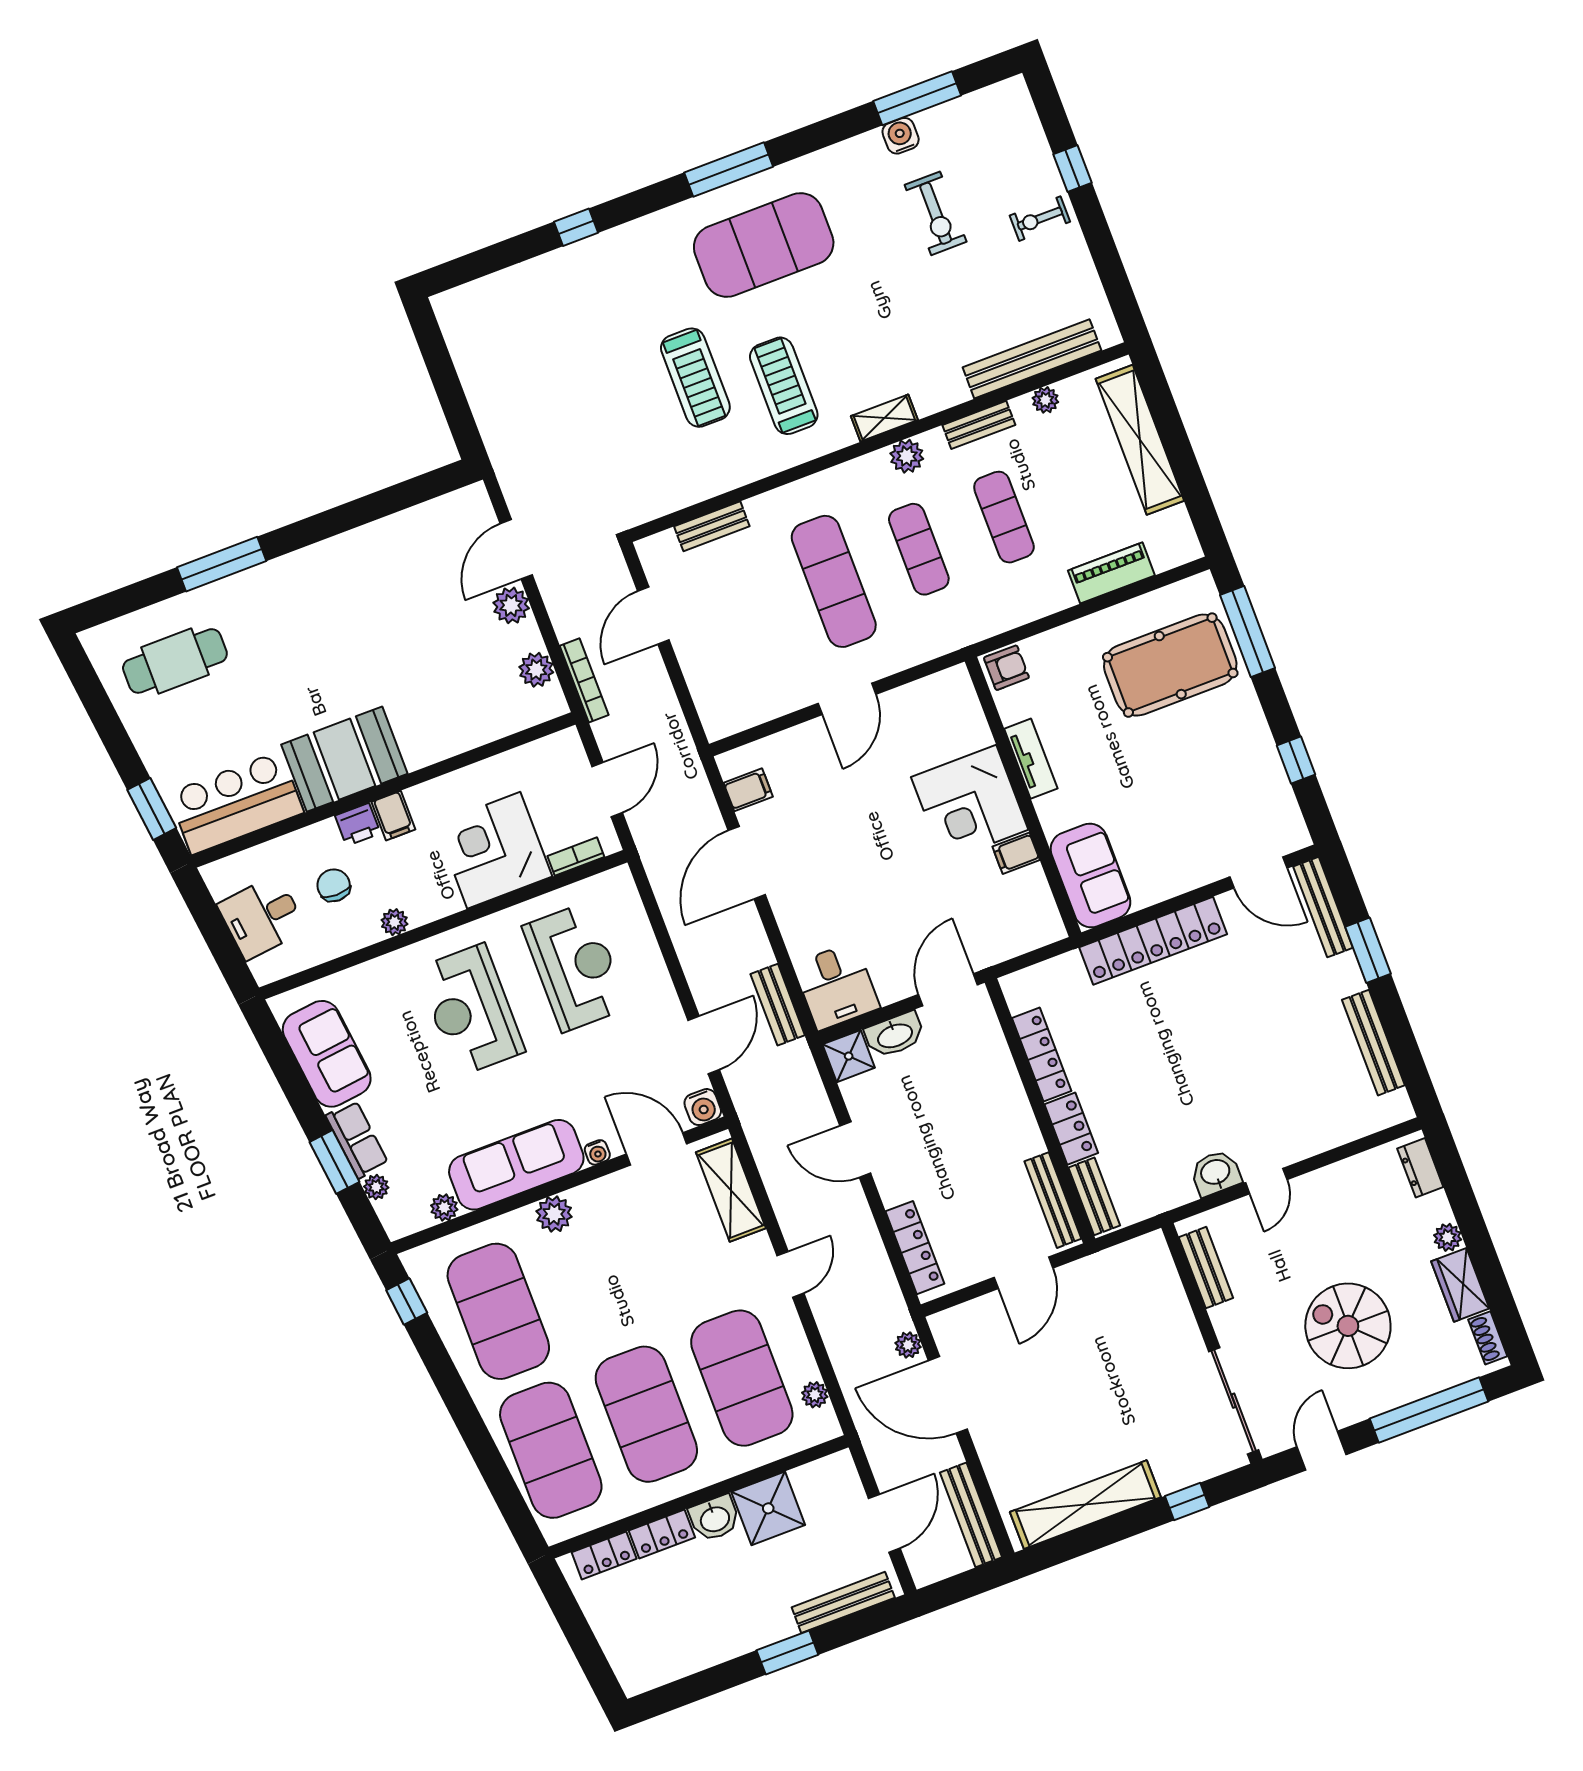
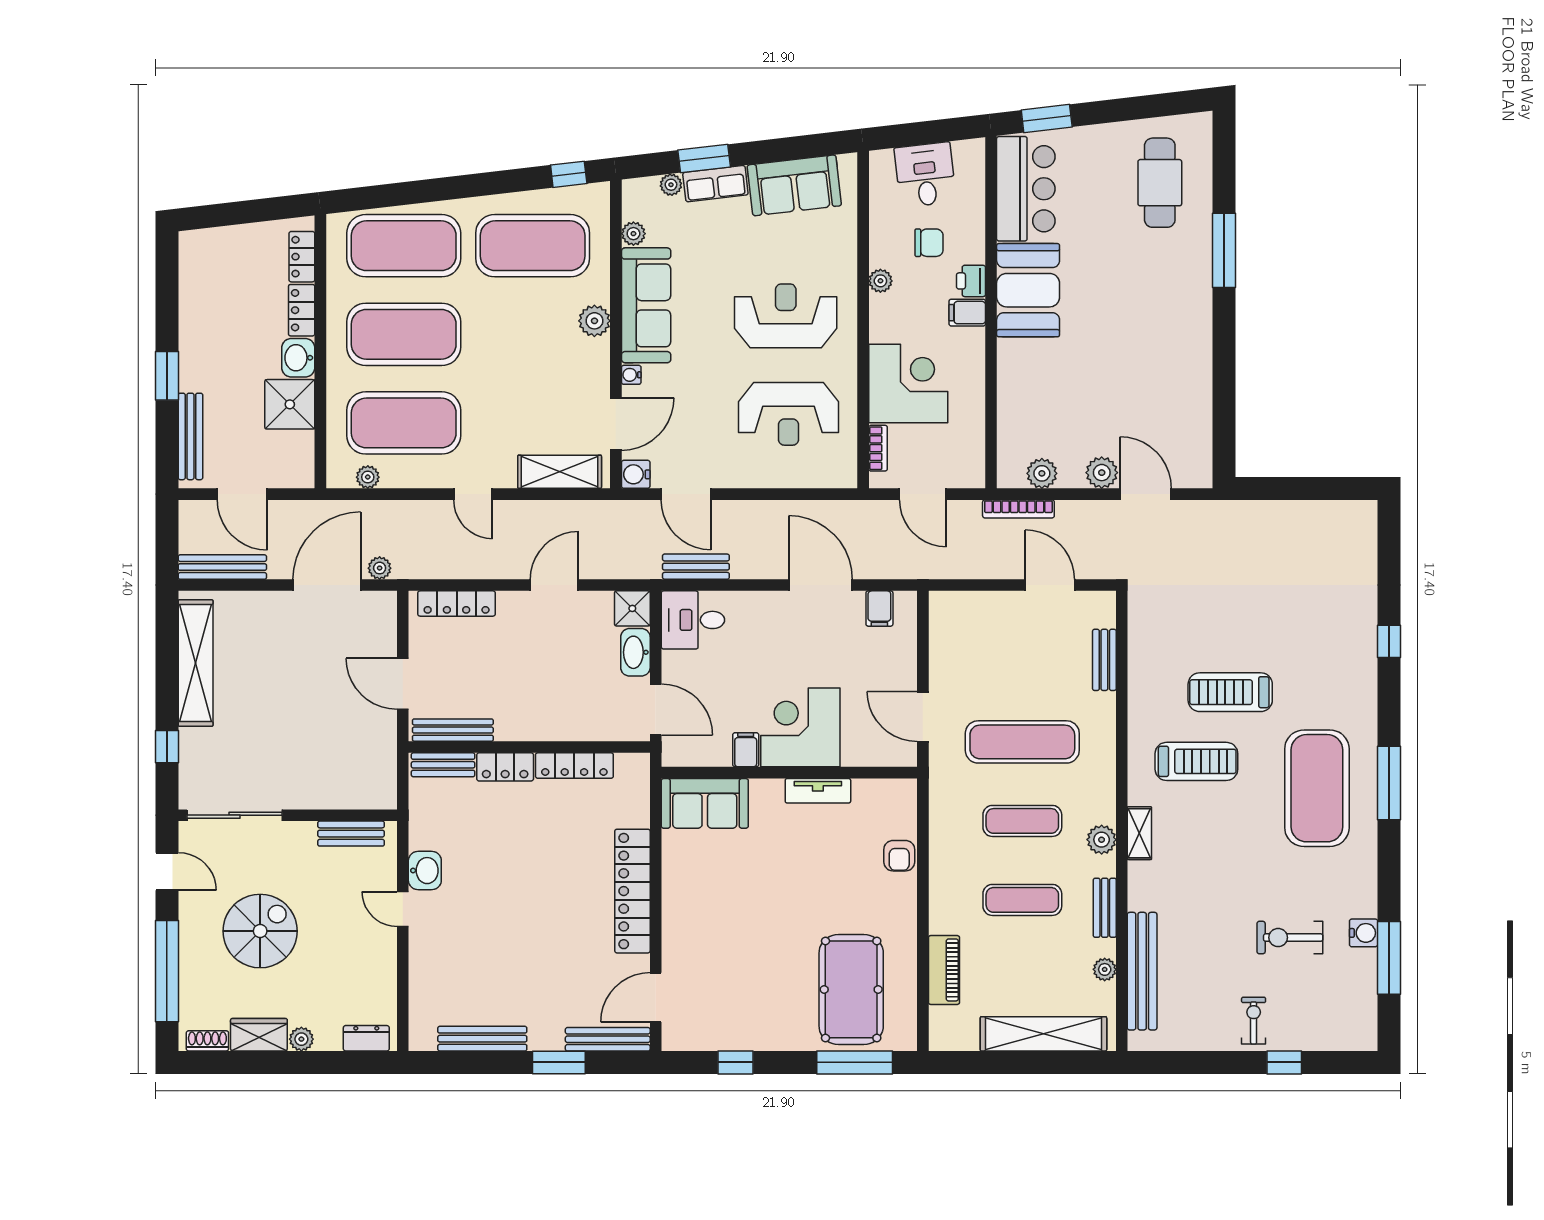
tv unit: (1031, 759) -> (818, 791), moved
wall: (1023, 797) -> (789, 773), moved
corner desk: (970, 803) -> (800, 727), moved
filing cabinet: (1016, 853) -> (746, 750), moved
sofa: (1091, 875) -> (705, 803), moved

